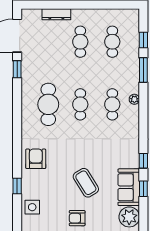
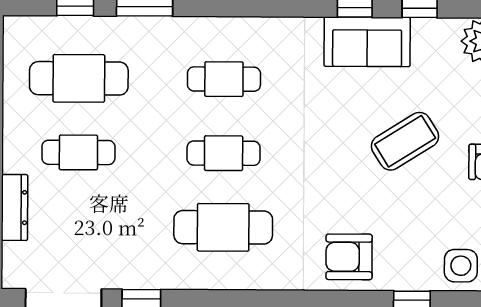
cafe table: (112, 42) -> (79, 78), width x1.37, depth x1.35
plant: (134, 99) -> (212, 28), removed
sofa: (129, 187) -> (367, 42), moved

